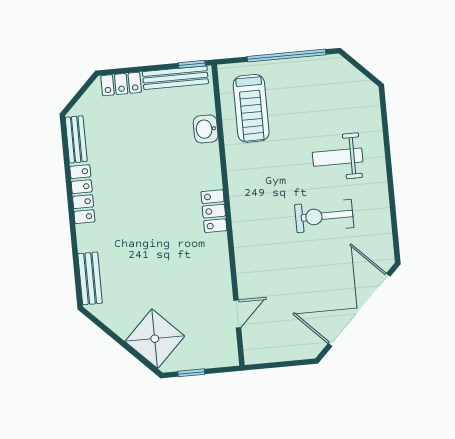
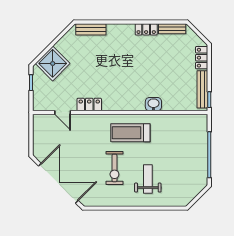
treadmill: (251, 108) -> (130, 133), moved
washbasin: (206, 129) -> (153, 104), moved
locker: (82, 194) -> (146, 29), width x0.66
locker: (214, 211) -> (89, 104), moved
exercise bike: (324, 216) -> (114, 168), turned 180

